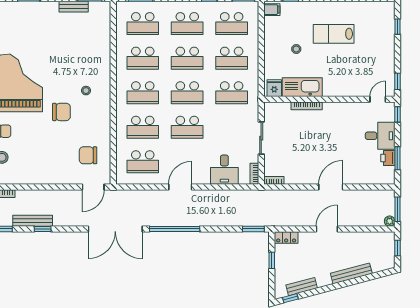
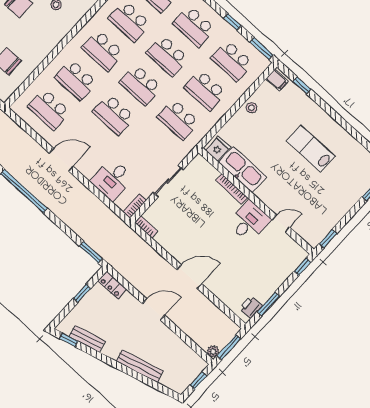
stool: (296, 49) -> (251, 108), moved
door: (378, 99) -> (281, 223), moved
desk: (380, 136) -> (249, 221), moved, turned -90
printer: (388, 158) -> (251, 307), moved

